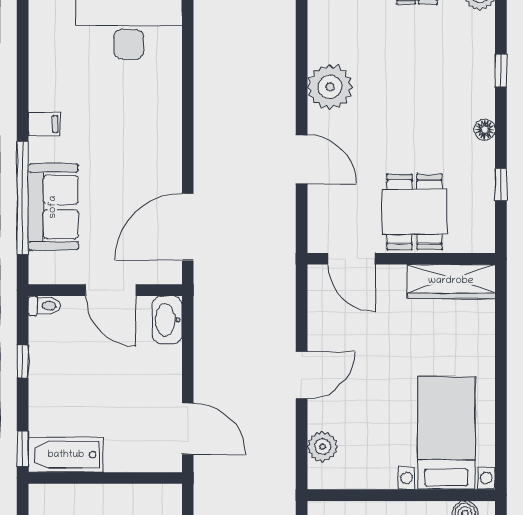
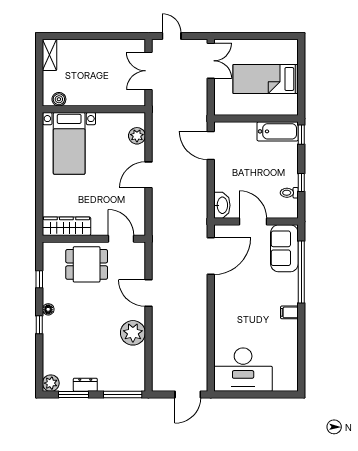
window: (501, 71) -> (39, 325), moved
sofa: (53, 207) -> (284, 248), moved
dining table: (414, 212) -> (87, 264), turned 90
toilet: (45, 306) -> (289, 193), moved

